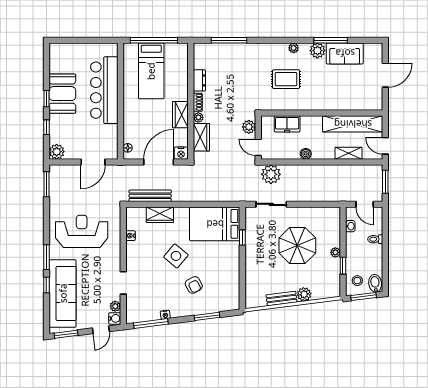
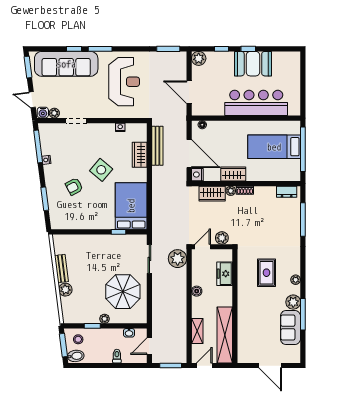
dresser: (199, 80) -> (287, 192), moved
parasol: (297, 246) -> (123, 292), moved

